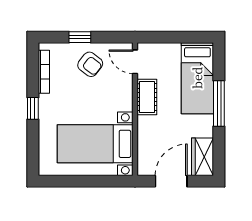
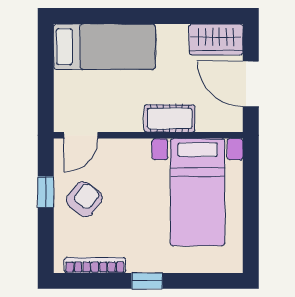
window: (80, 37) -> (46, 192), moved
cot: (147, 97) -> (170, 118), moved
window: (219, 103) -> (140, 16), removed

